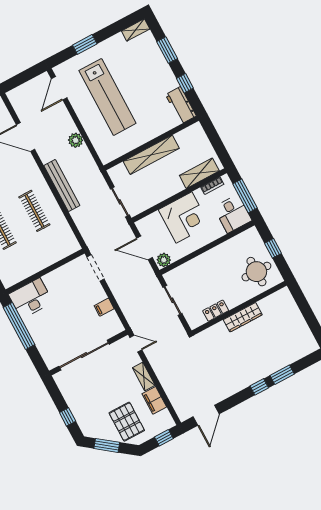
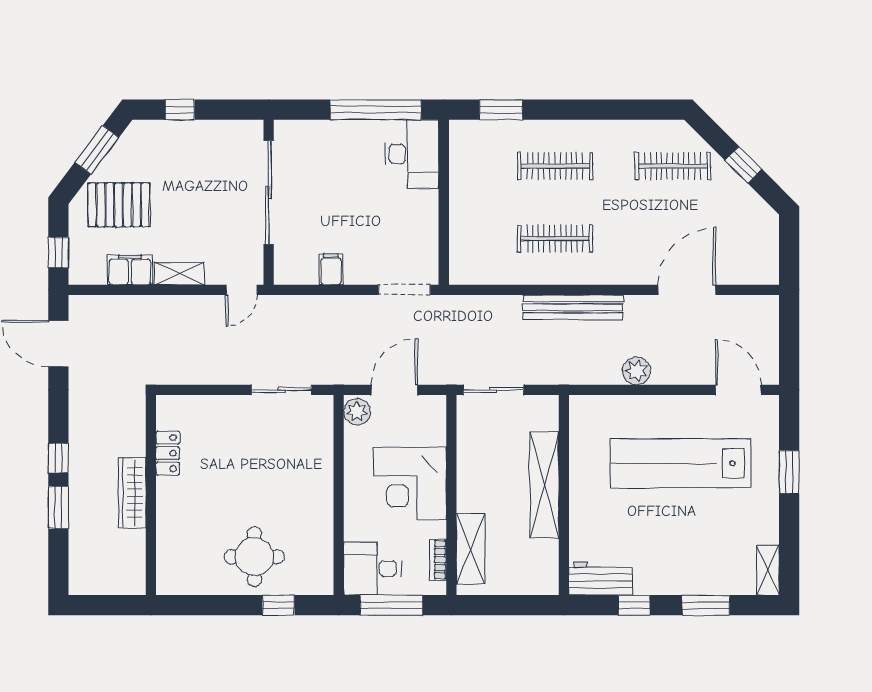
wall: (239, 308) -> (151, 495), moved
locker: (216, 311) -> (168, 453), moved
wardrobe: (243, 317) -> (132, 493), moved

